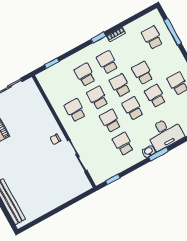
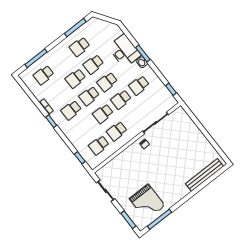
school desk: (85, 75) -> (99, 145), moved

